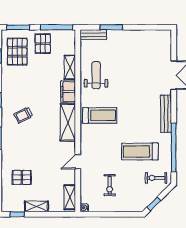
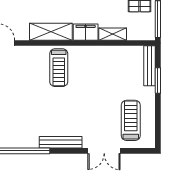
bench: (93, 35) -> (150, 66), width x1.36
weight bench: (96, 75) -> (104, 64), removed
treadmill: (140, 152) -> (131, 120), moved

